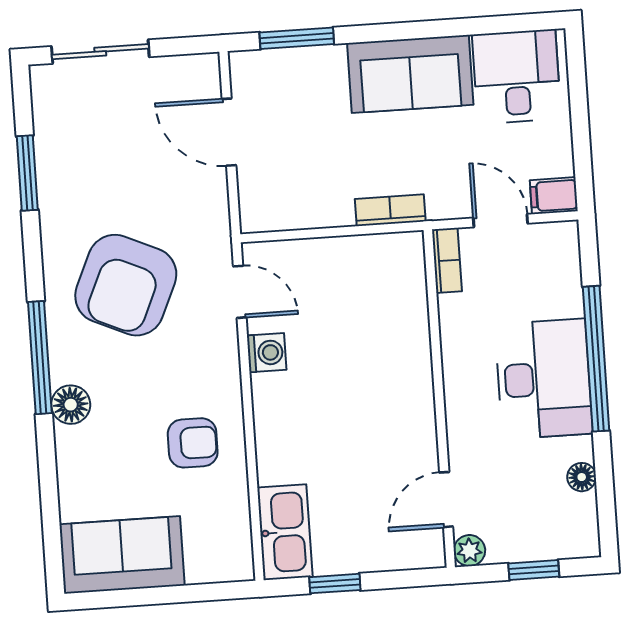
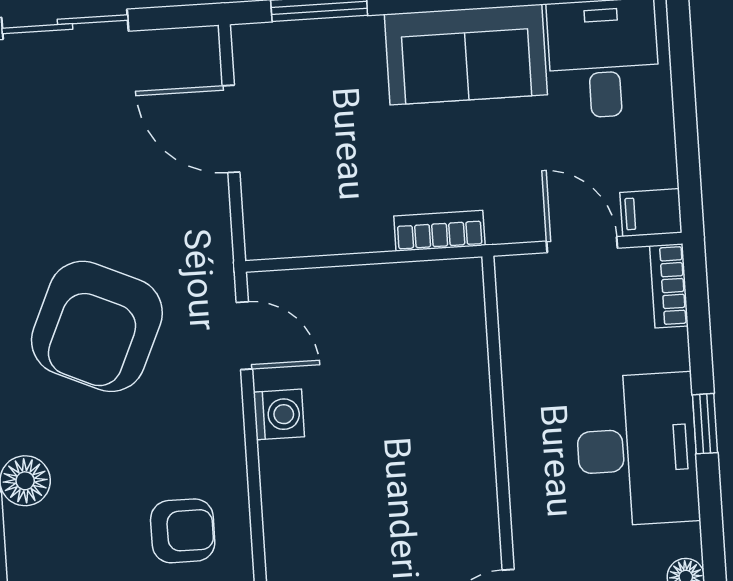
bookcase: (447, 260) -> (669, 286), moved, turned 180
window: (596, 359) -> (705, 424), width x0.32

